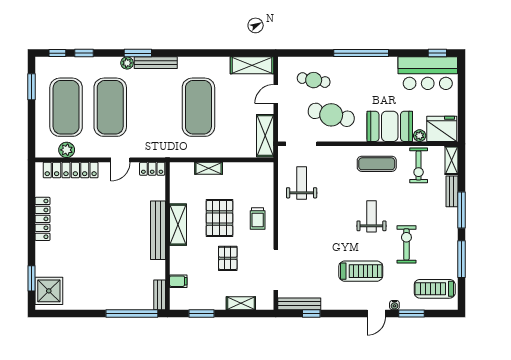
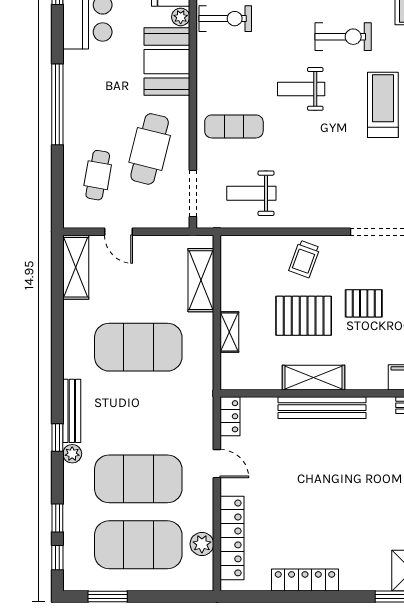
window: (138, 53) -> (57, 438), width x0.67
shelving: (265, 136) -> (201, 280), moved, turned 90
exercise mat: (377, 164) -> (234, 126), moved, turned 90
trolley: (258, 218) -> (304, 259), turned 110
exercise bike: (406, 244) -> (343, 37), turned 180

